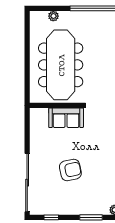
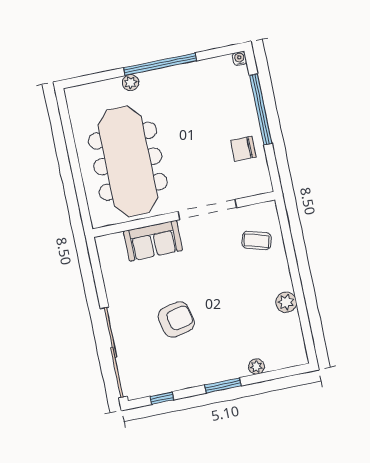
plant: (53, 16) -> (131, 83), moved

